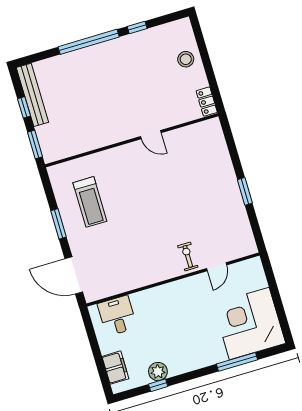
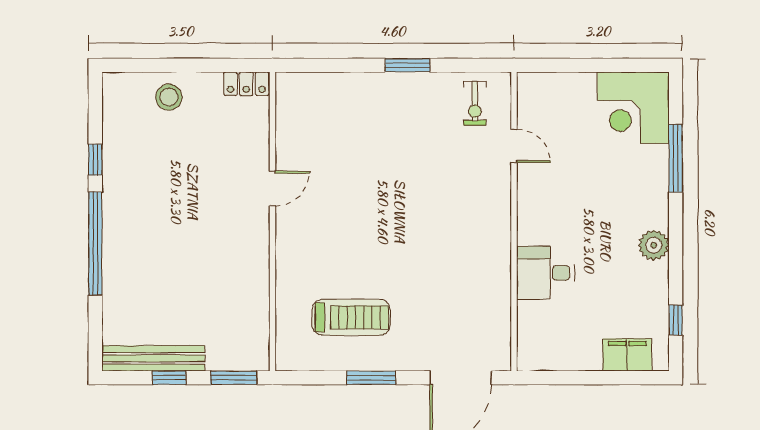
exercise bike: (188, 256) -> (475, 103), moved, turned -90
desk: (117, 316) -> (545, 273), moved
corner desk: (249, 324) -> (633, 108), width x0.74, depth x0.74
plant: (158, 372) -> (654, 245), moved
window: (158, 385) -> (676, 320), moved

